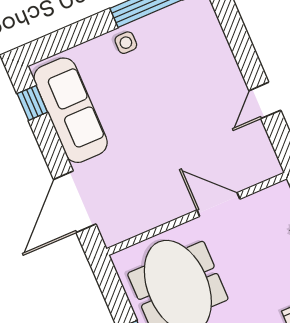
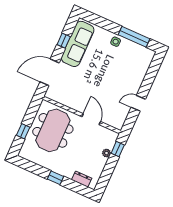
window: (32, 103) -> (64, 41), moved

